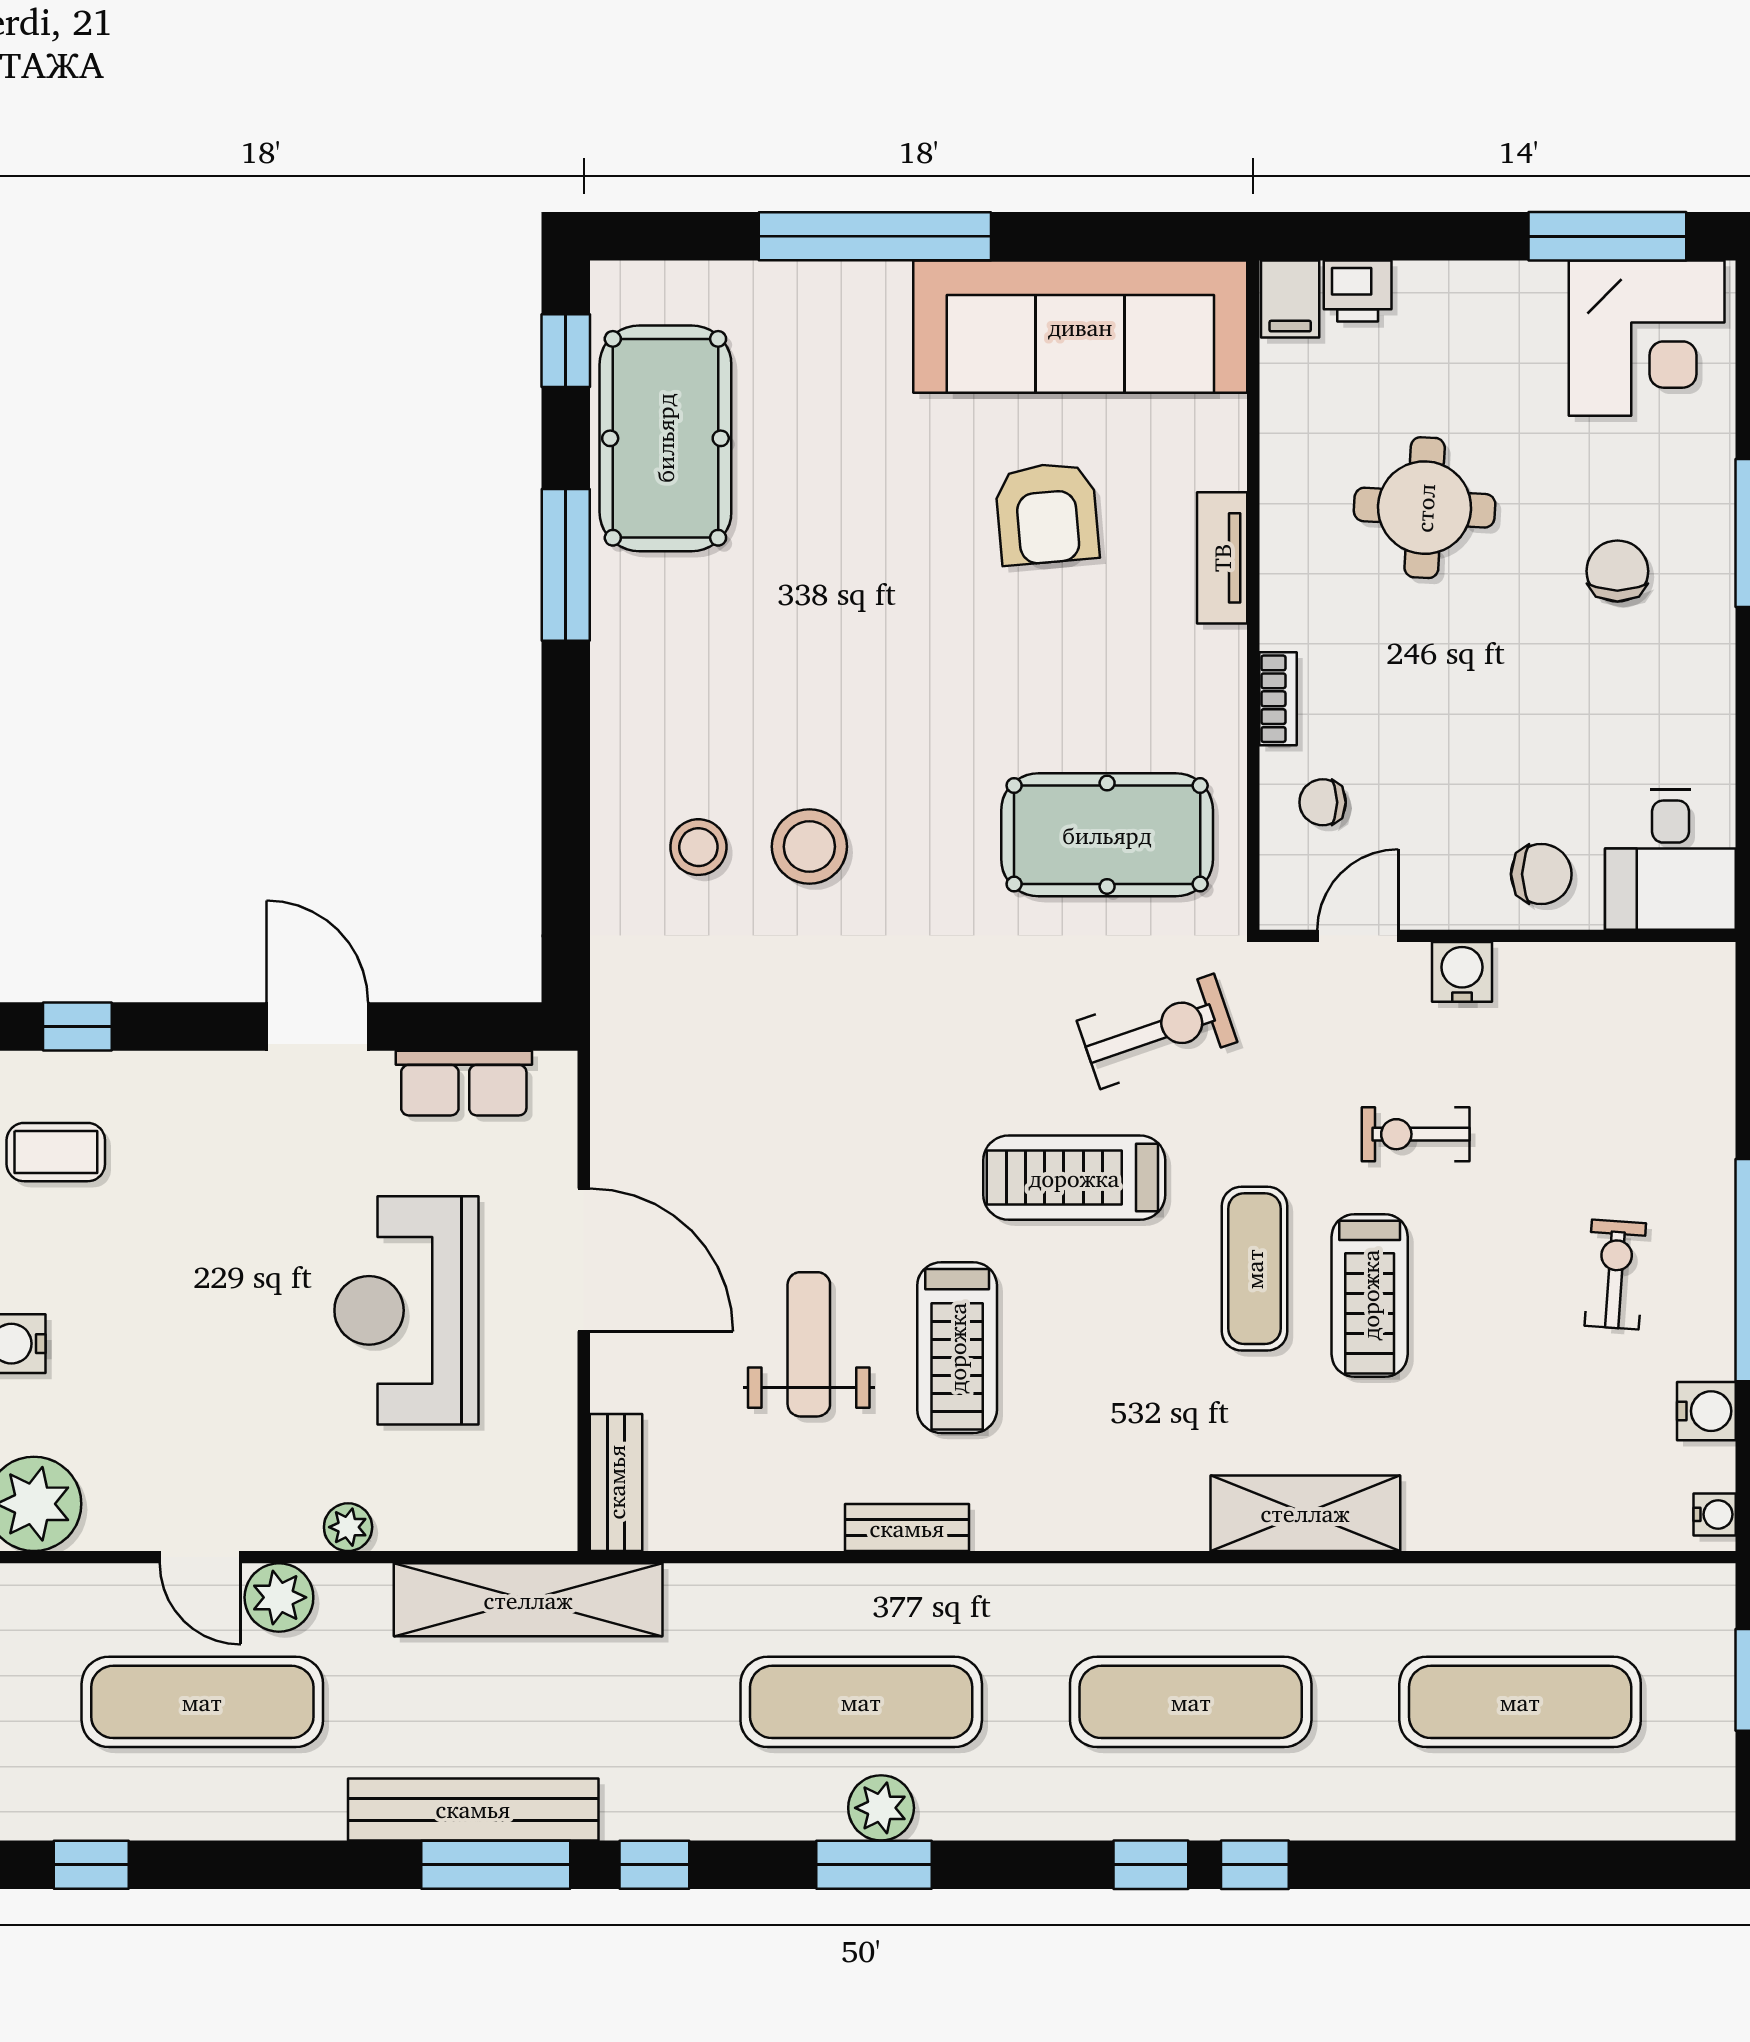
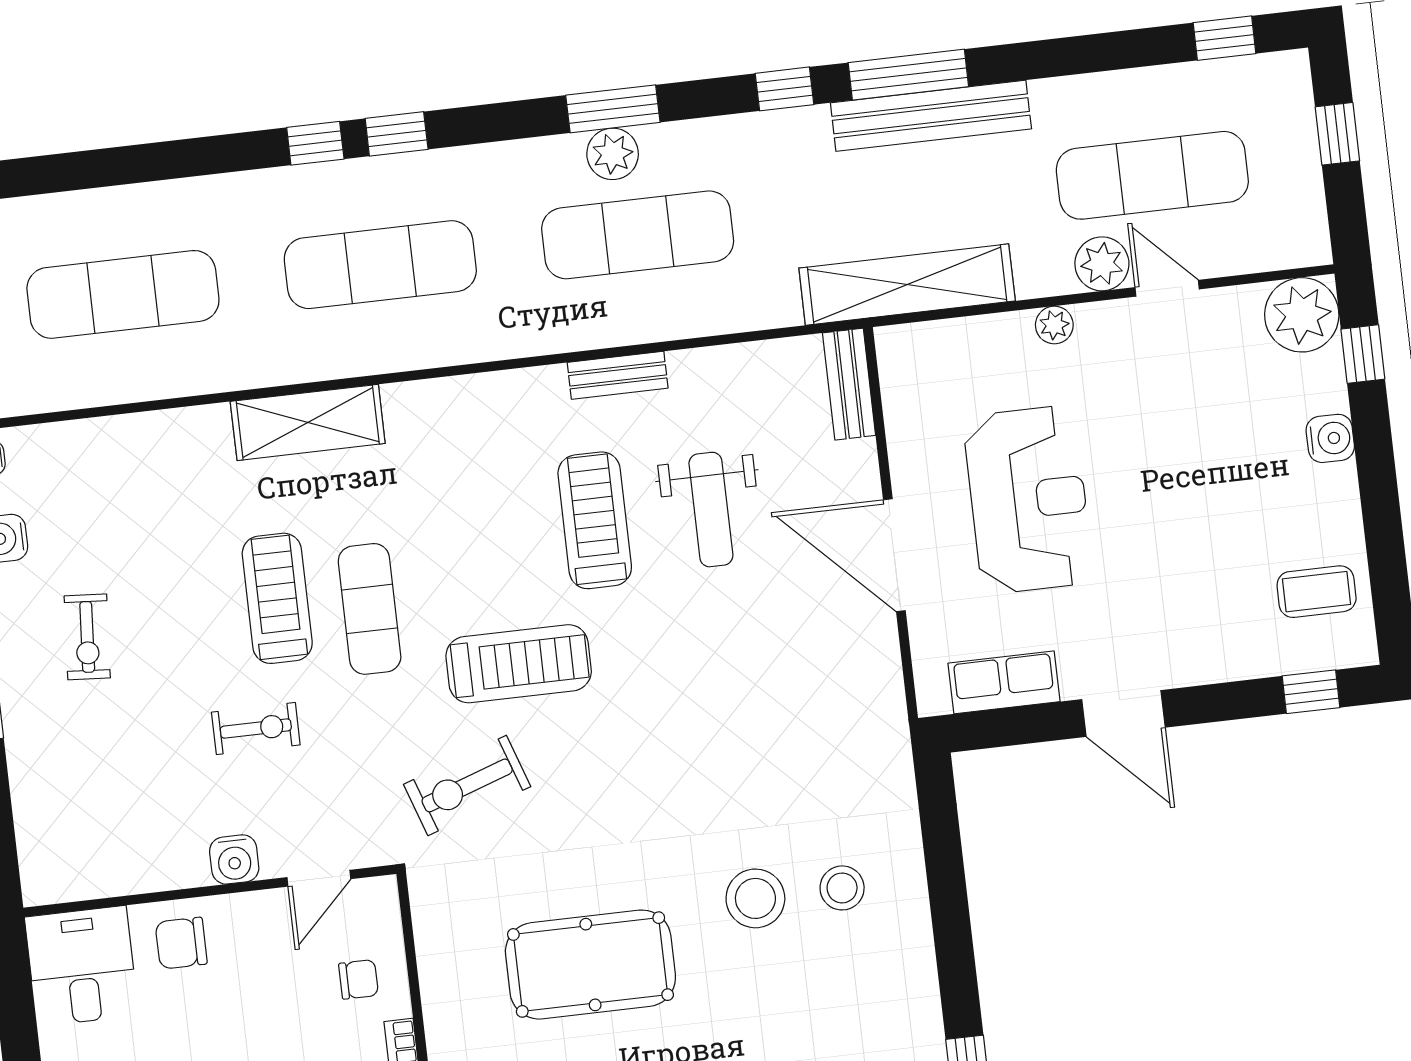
pool table: (1107, 835) -> (590, 965), moved

